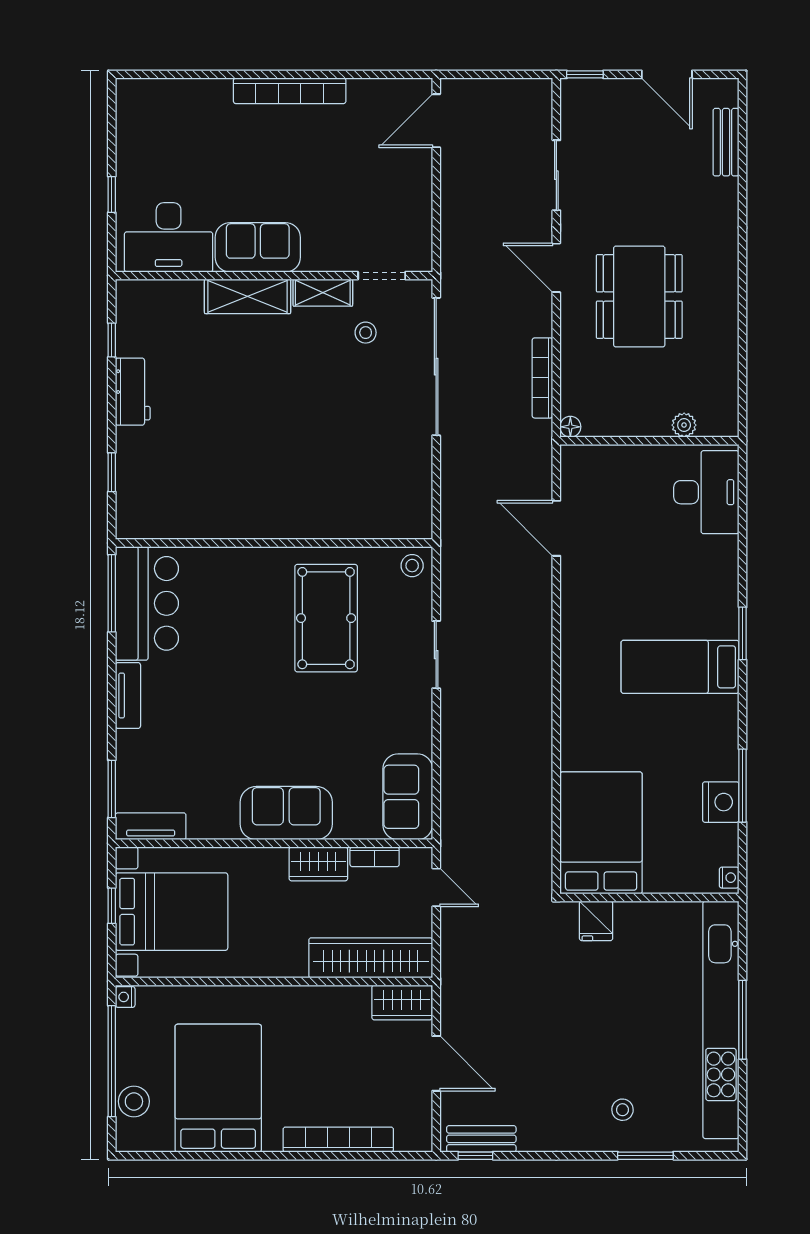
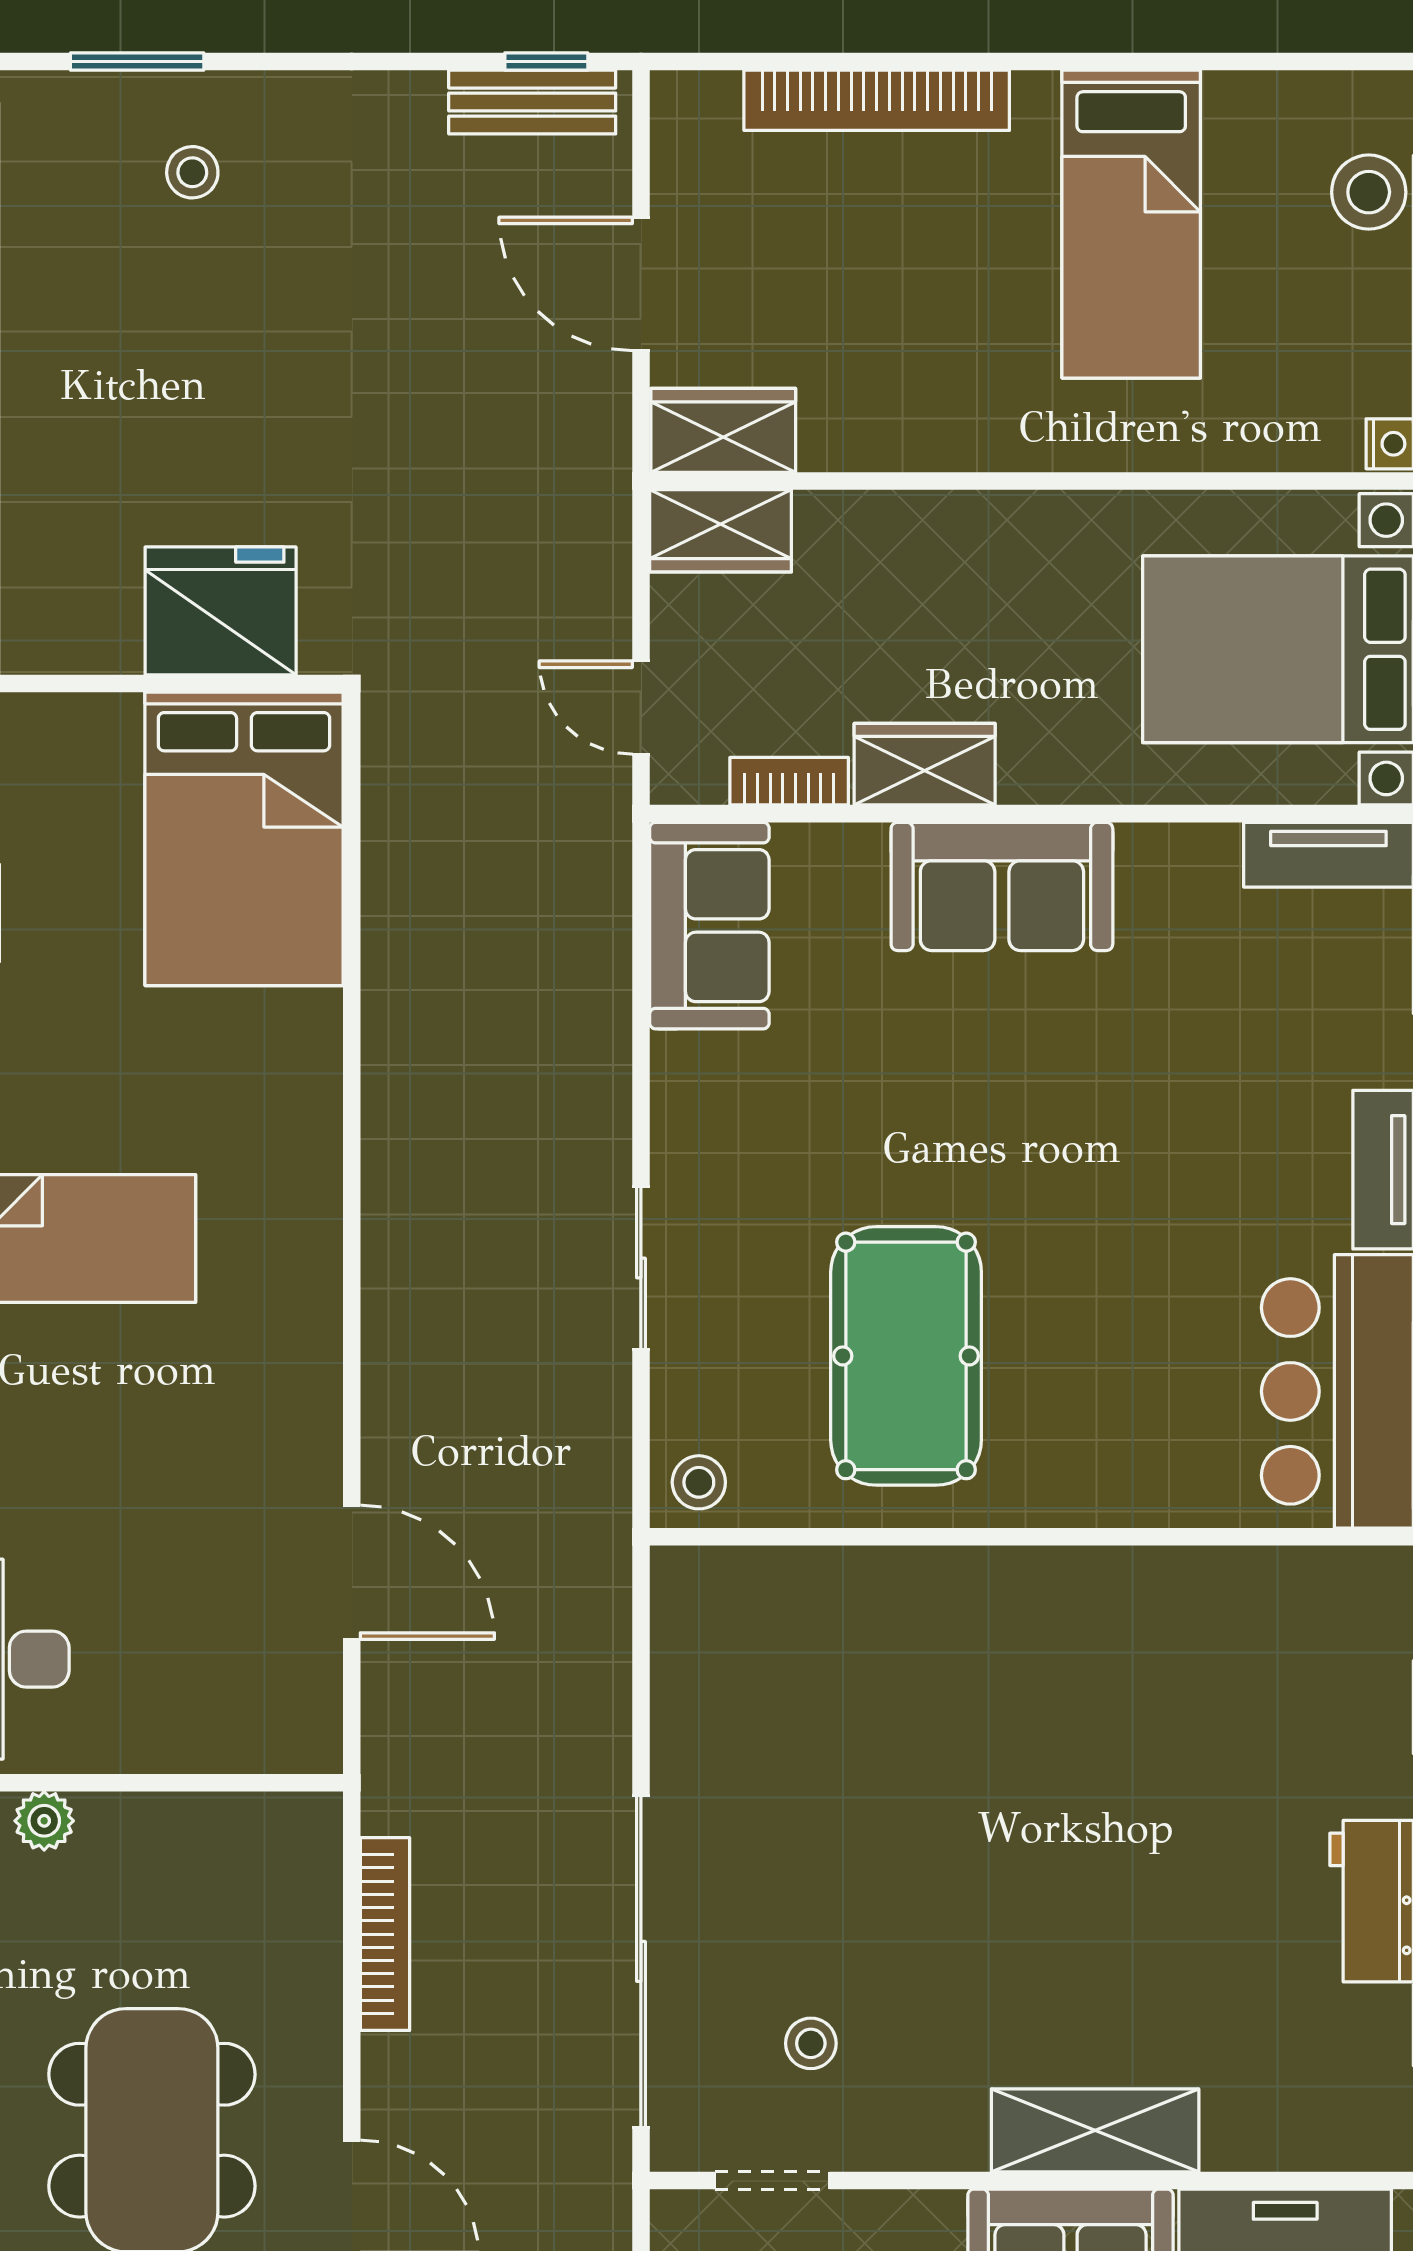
shelving: (323, 293) -> (914, 2139), removed
floor lamp: (570, 427) -> (318, 1817), removed
fridge: (596, 921) -> (221, 611), width x1.88, depth x1.34
wardrobe: (371, 958) -> (721, 531), width x0.48, depth x0.85
bed: (218, 1088) -> (1131, 224), width x0.67

